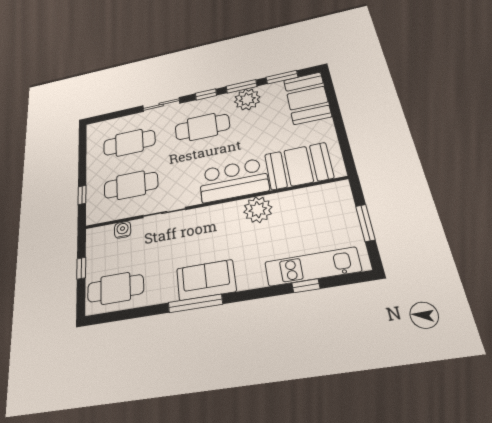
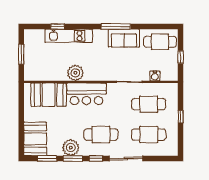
sliding door: (161, 105) -> (126, 158), width x1.37
window: (82, 195) -> (181, 117), moved
kitchen unit: (312, 267) -> (69, 36), moved
sofa: (206, 280) -> (124, 38), moved

